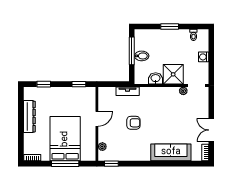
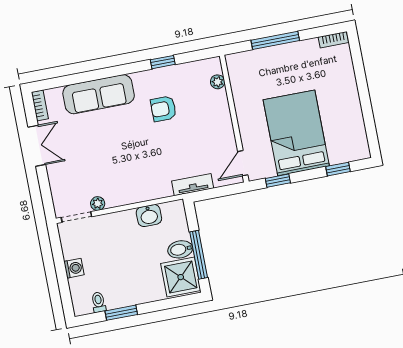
window: (170, 27) -> (121, 313), moved
shower: (173, 74) -> (181, 277), moved
dresser: (29, 117) -> (352, 109), removed
door: (97, 119) -> (243, 163), moved
armchair: (133, 123) -> (163, 109), moved
bed: (65, 139) -> (296, 133), moved, turned 180
window: (111, 164) -> (163, 62), moved

